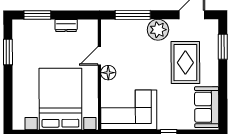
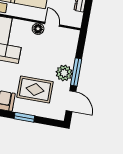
window: (133, 15) -> (76, 72), moved
window: (223, 47) -> (24, 117), moved

